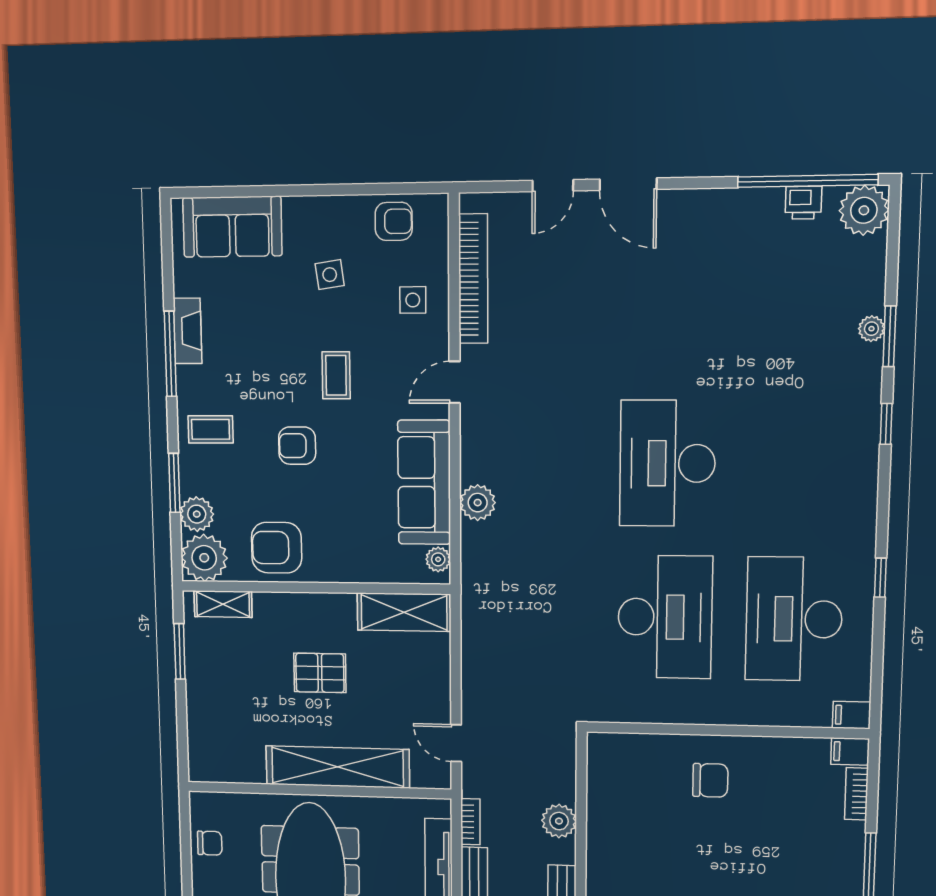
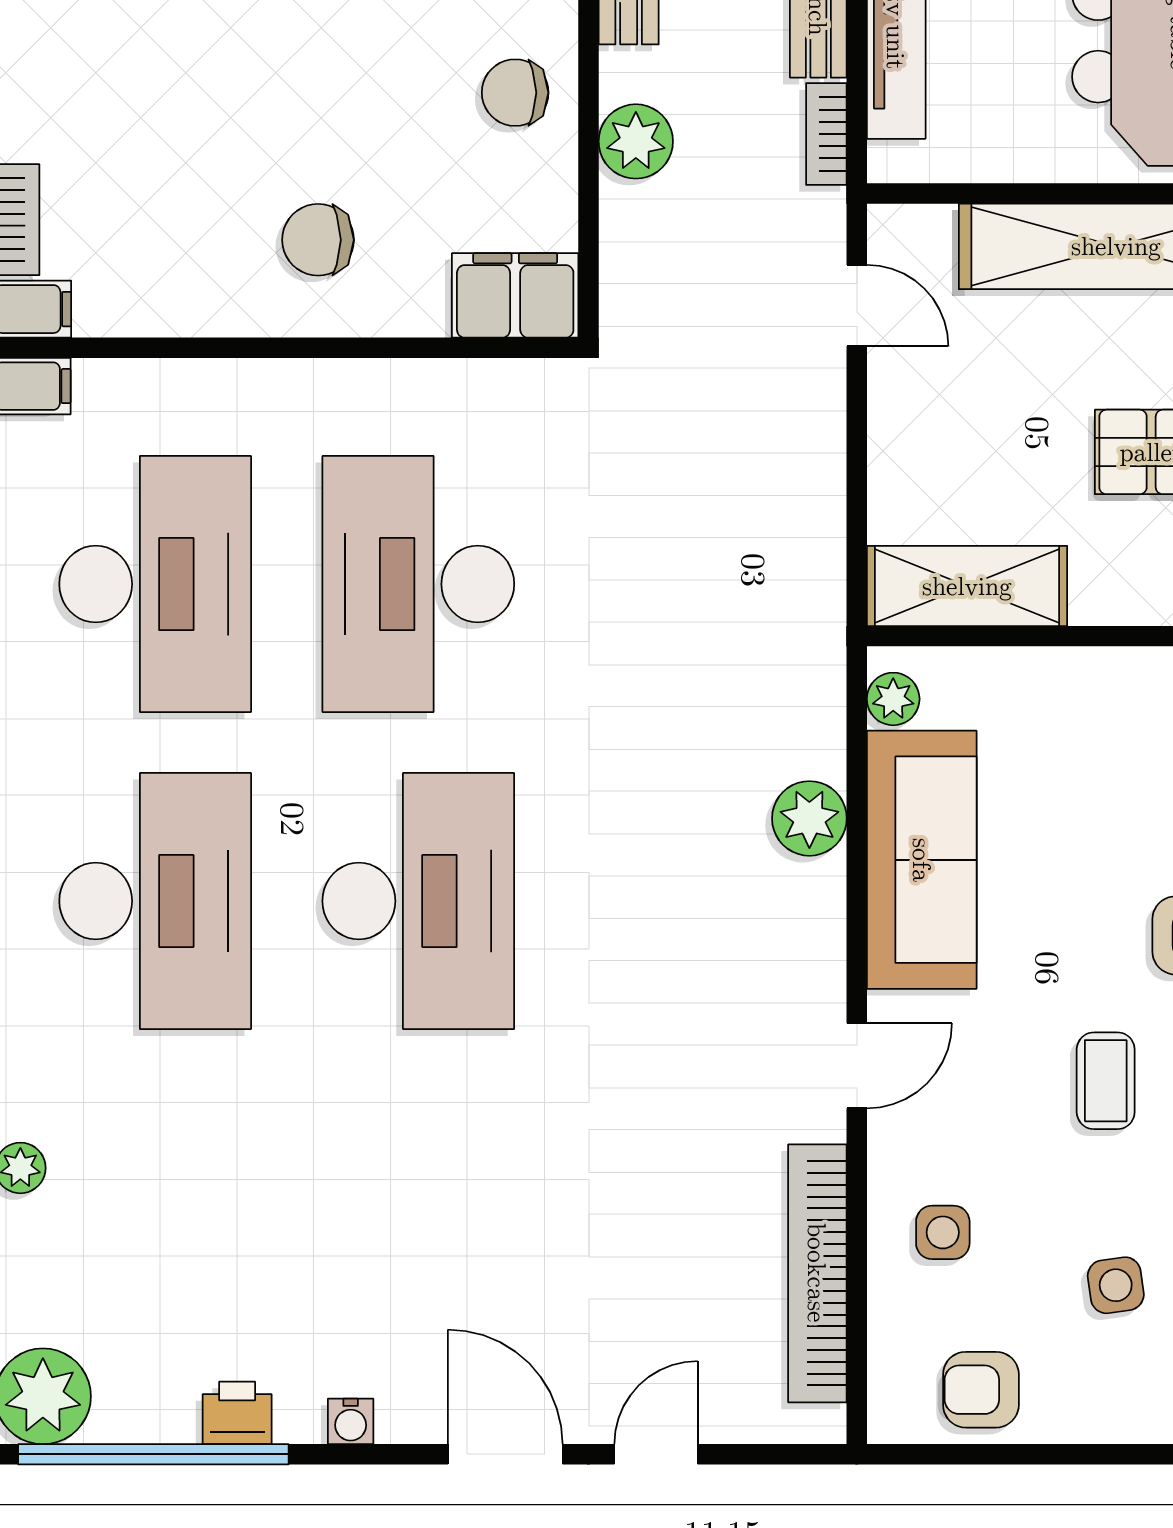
water cooler: (706, 200) -> (351, 1421), added
printer: (803, 203) -> (237, 1413), moved
desk: (798, 464) -> (155, 901), added
filing cabinet: (616, 752) -> (515, 295), added
chair: (615, 845) -> (515, 93), added

